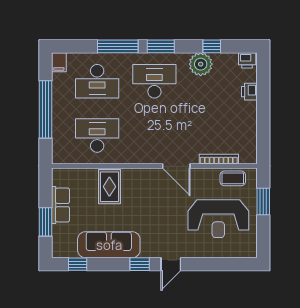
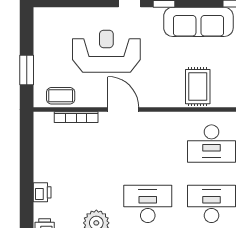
desk: (154, 81) -> (148, 204), turned 180
reception desk: (218, 219) -> (106, 51), moved

